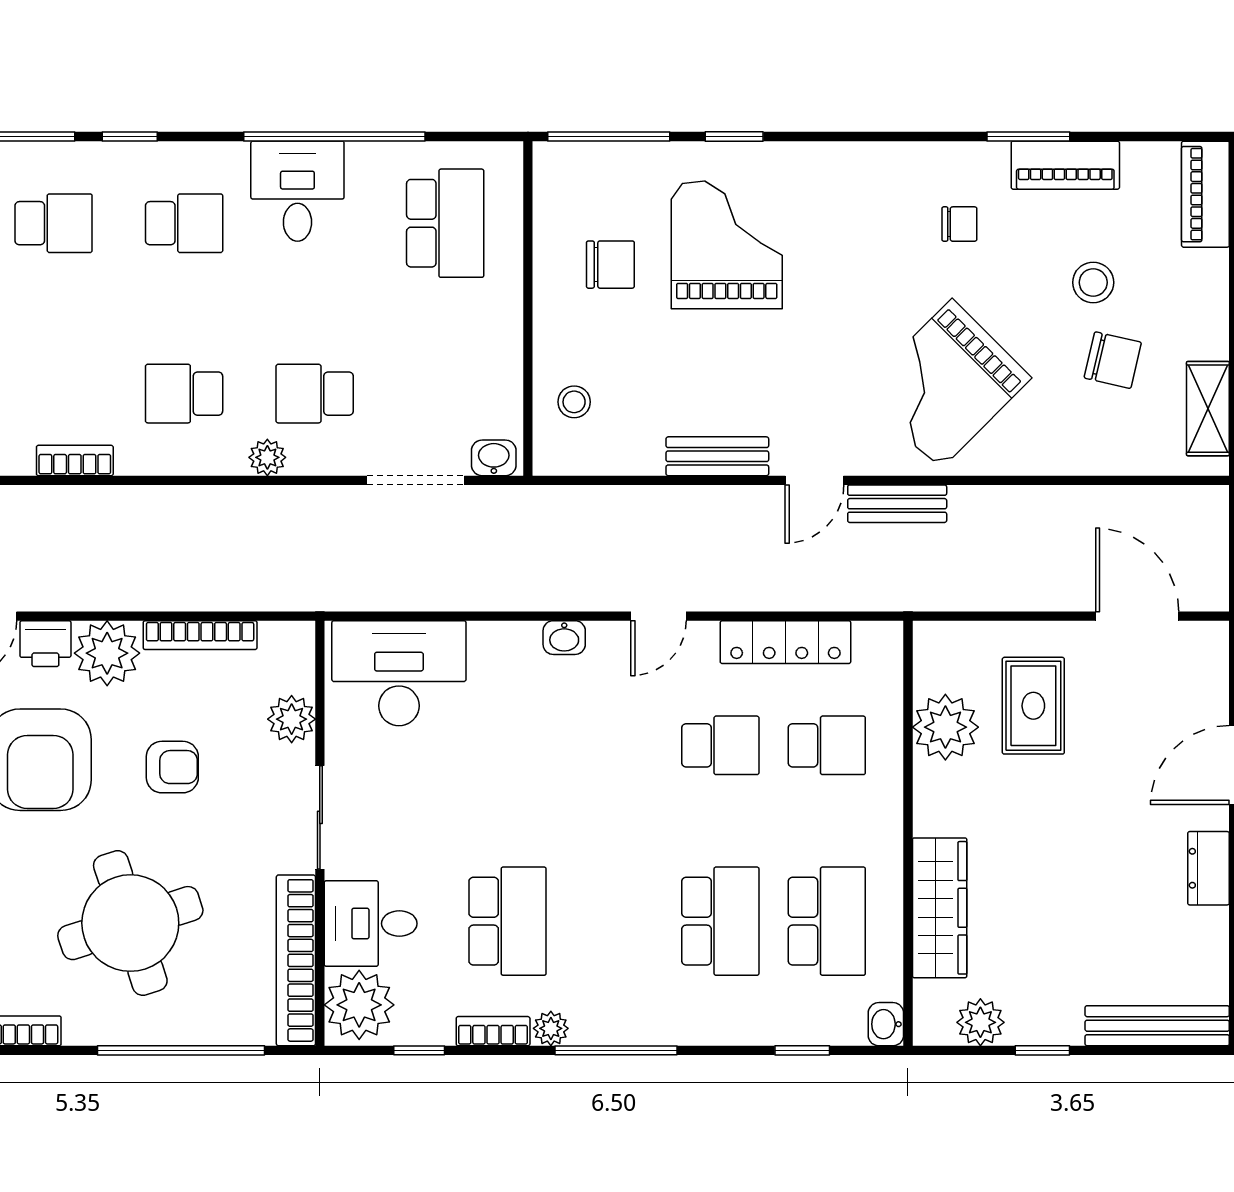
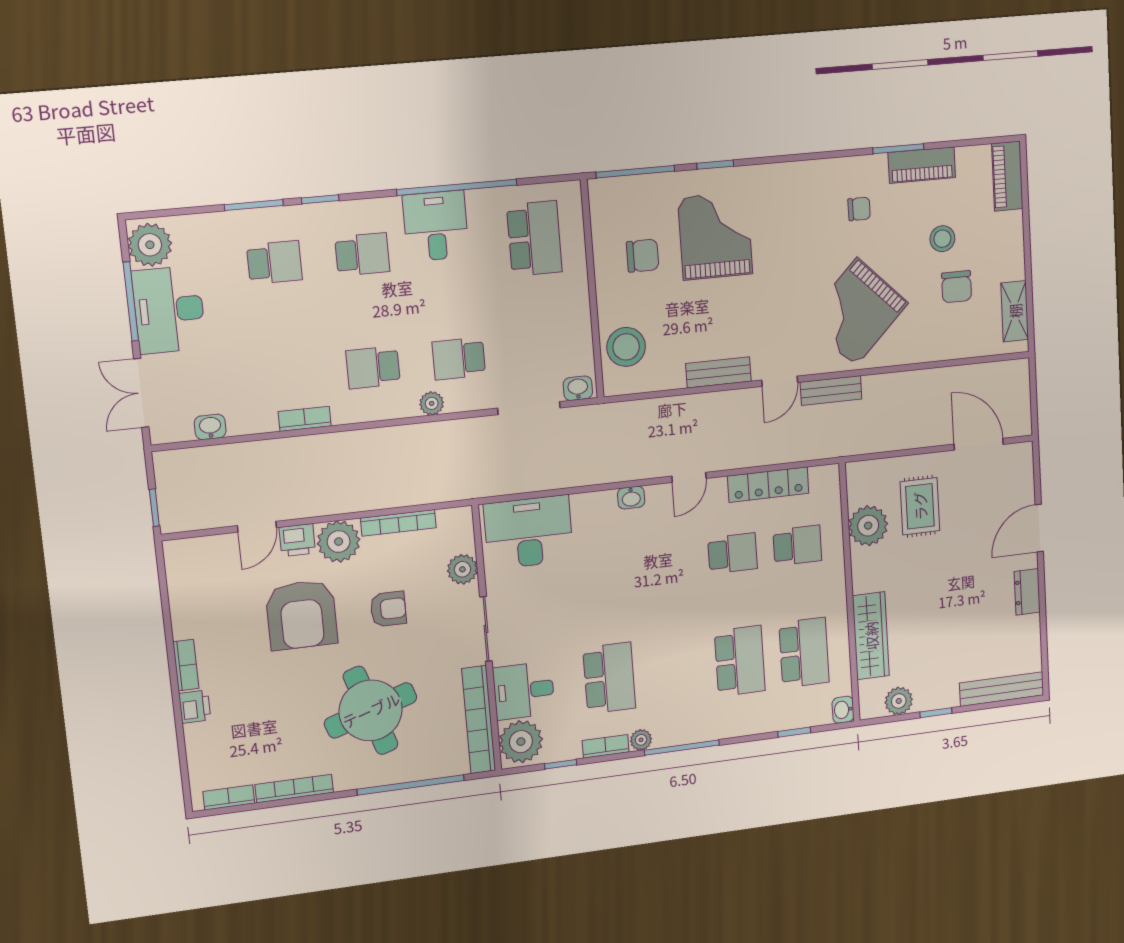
chair: (1113, 360) -> (957, 287), turned 77
stool: (574, 402) -> (626, 347), width x1.89, depth x1.89

